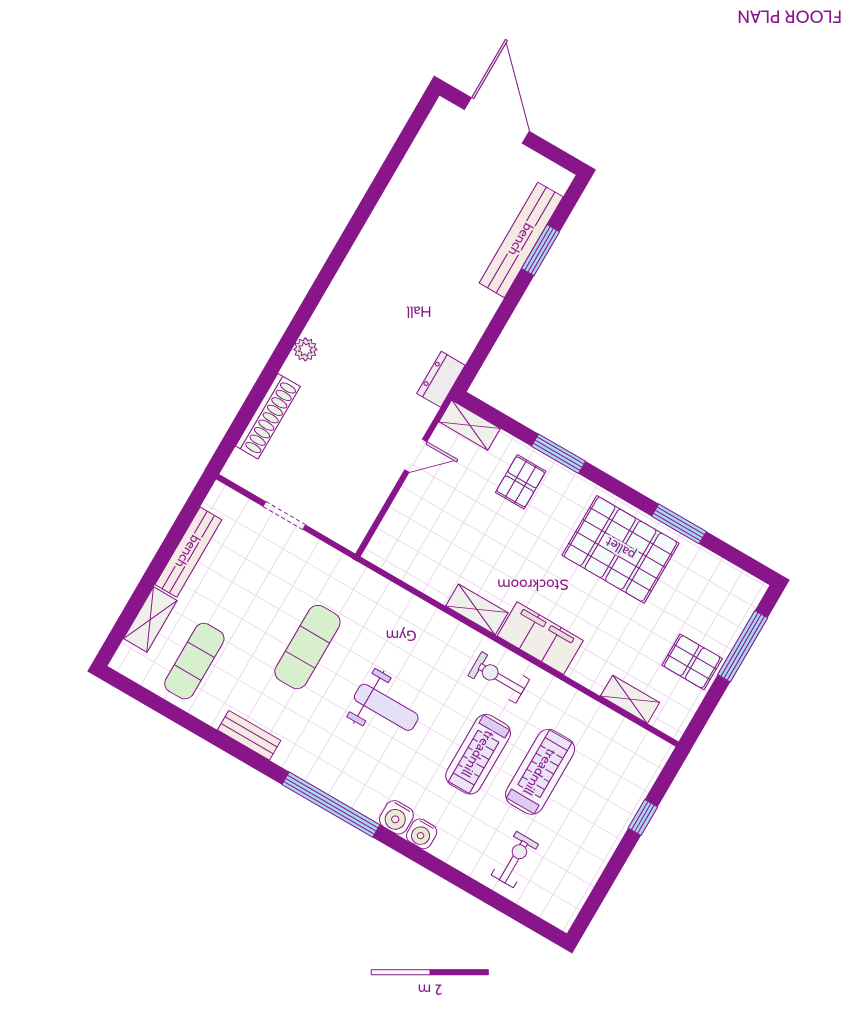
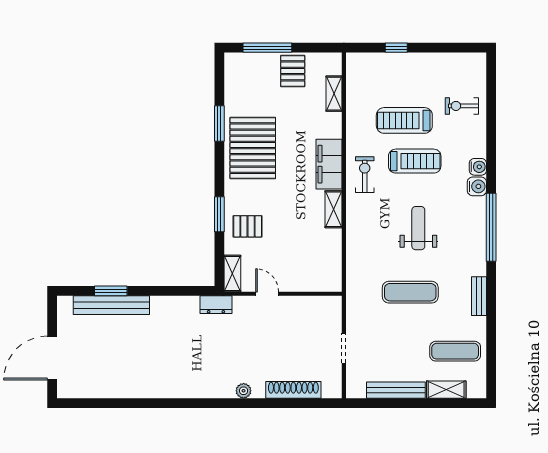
exercise bike: (499, 677) -> (365, 175), turned 180

